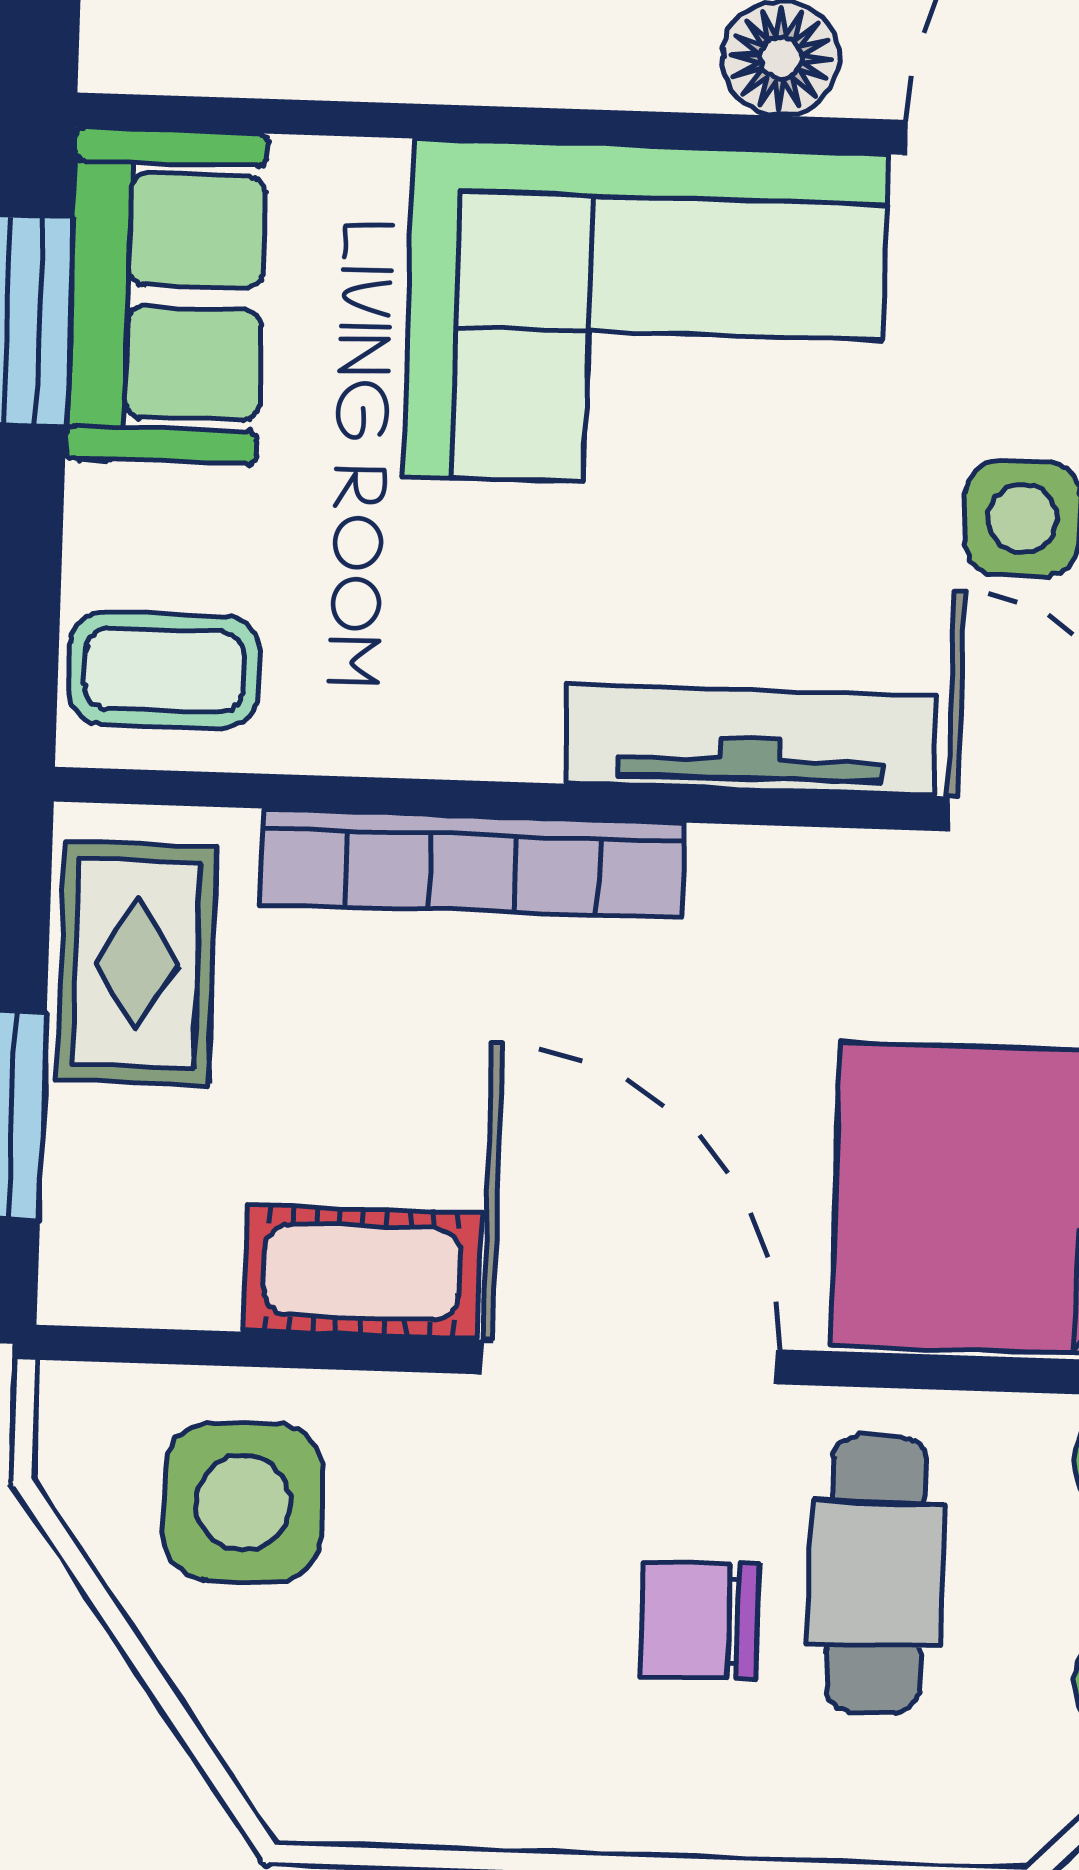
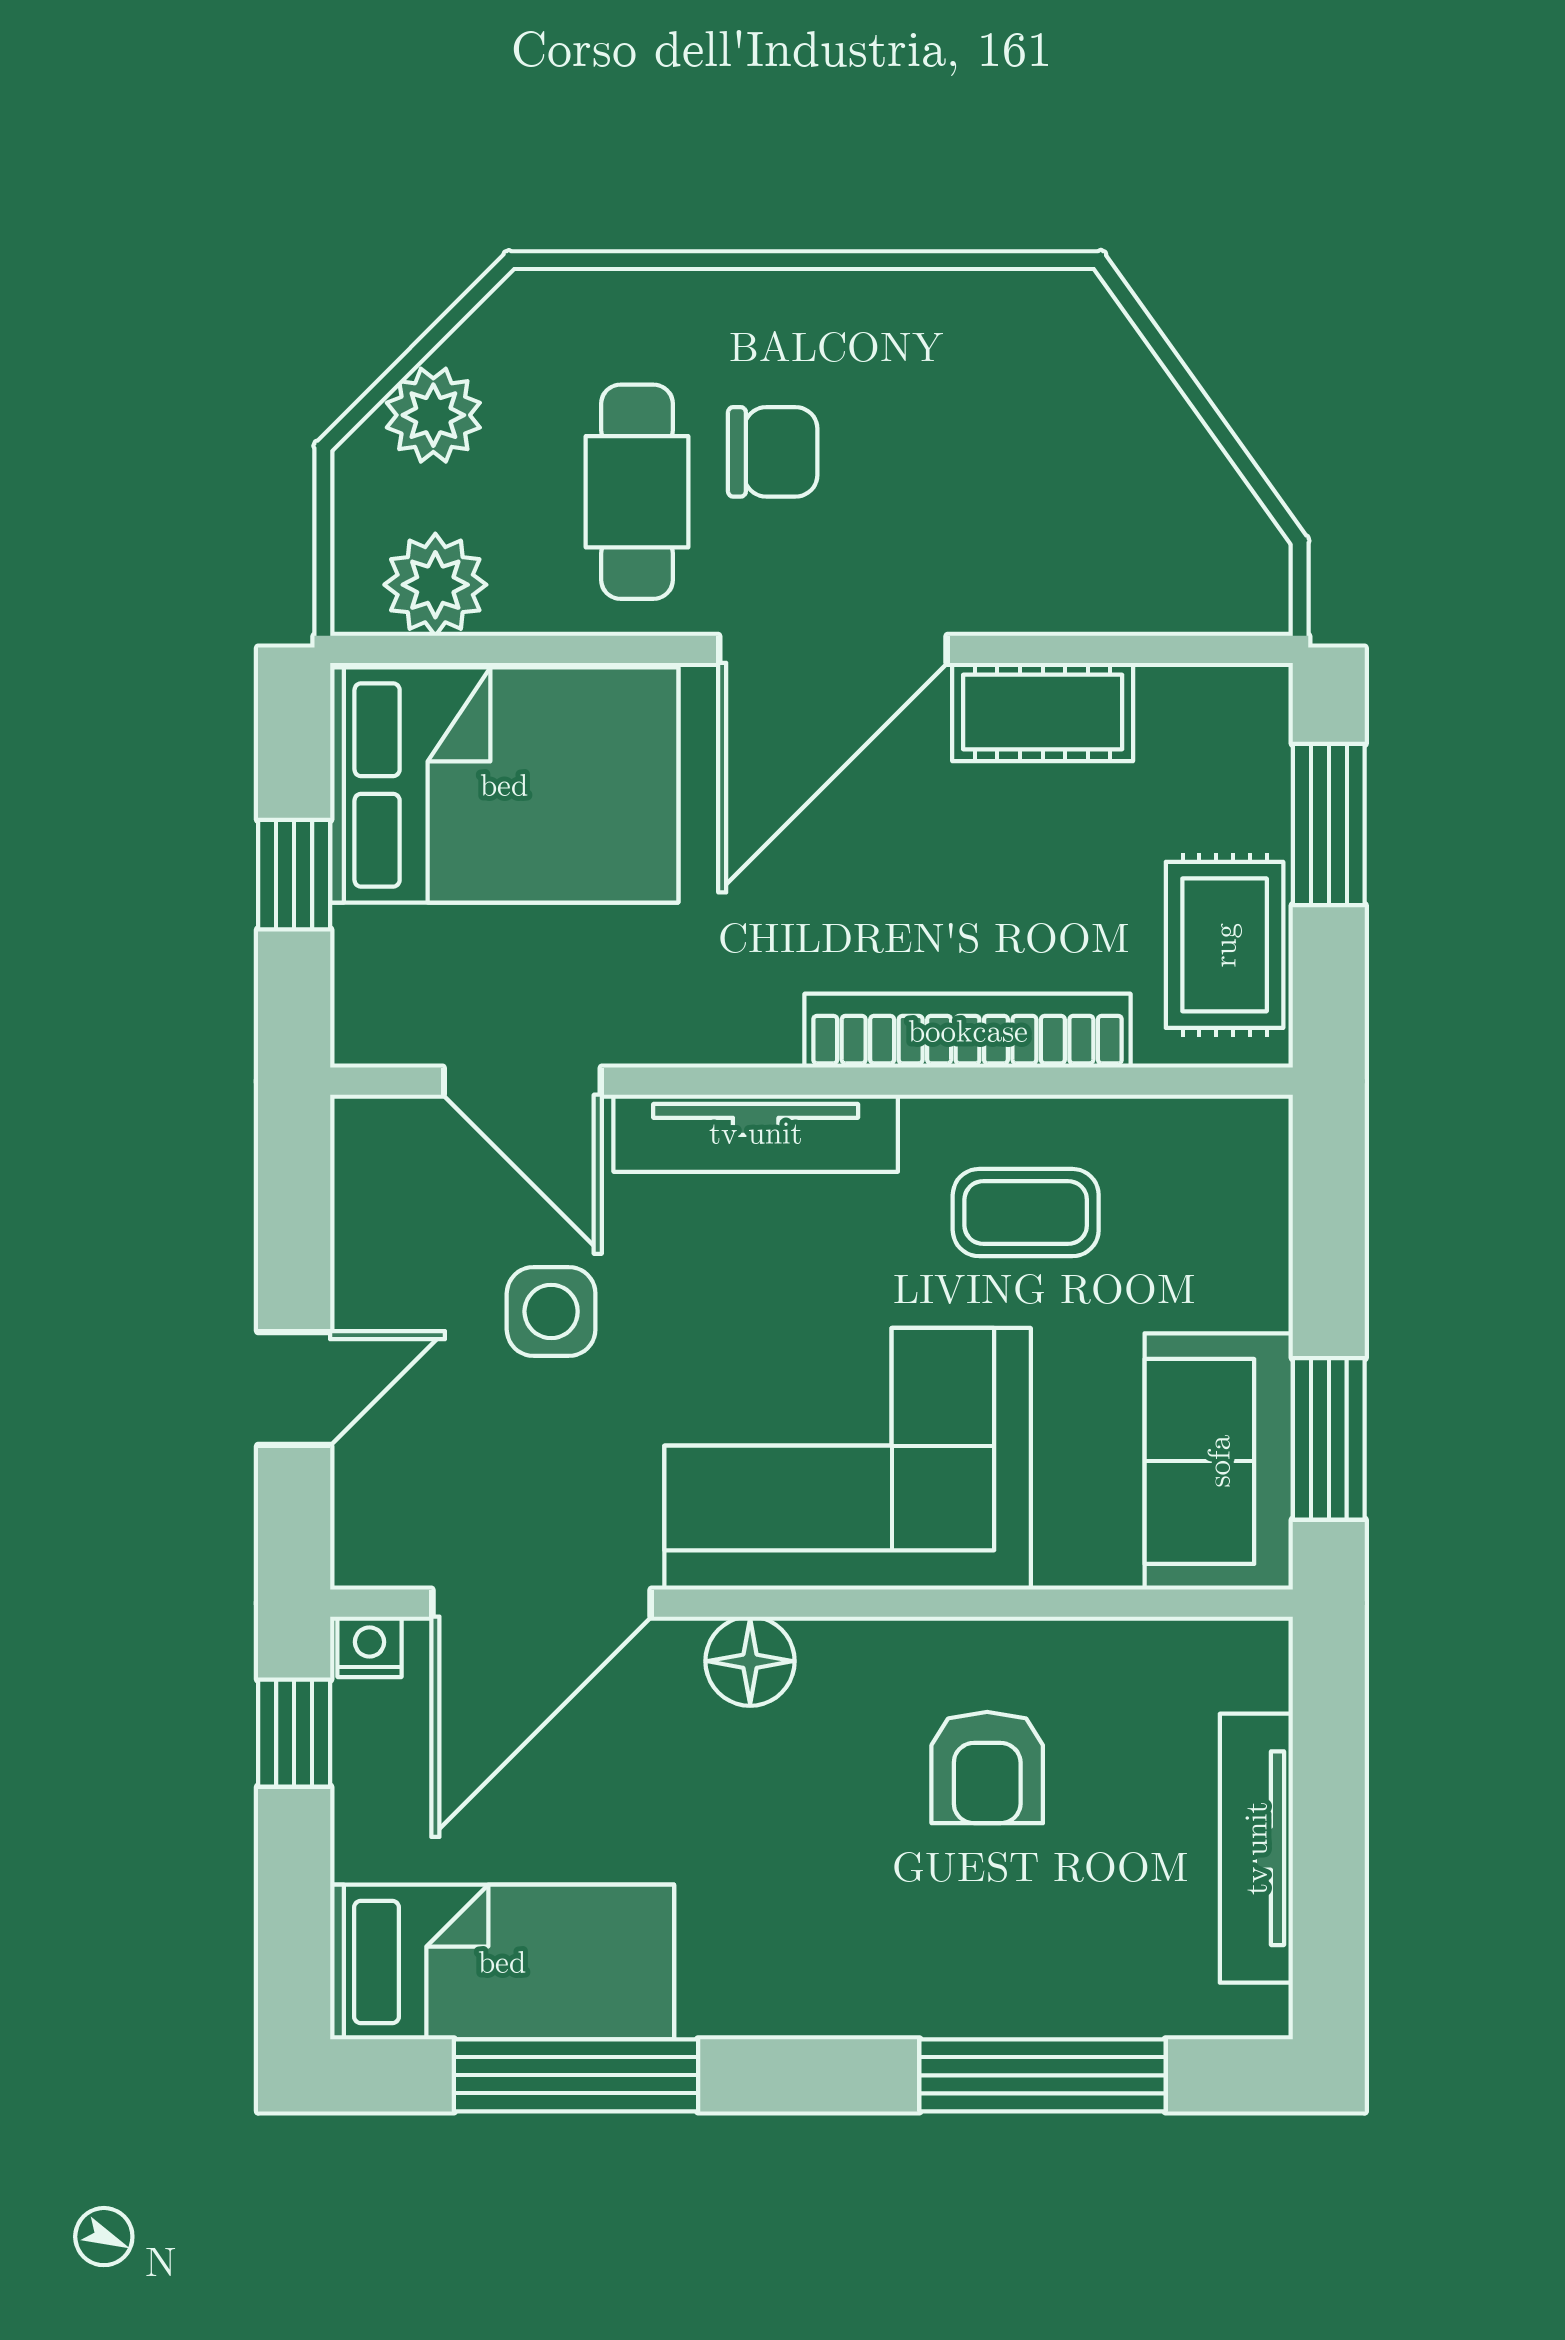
coffee table: (164, 670) -> (1026, 1213), moved
door: (630, 1362) -> (833, 649), hinge flipped
side table: (243, 1503) -> (1128, 531), removed

